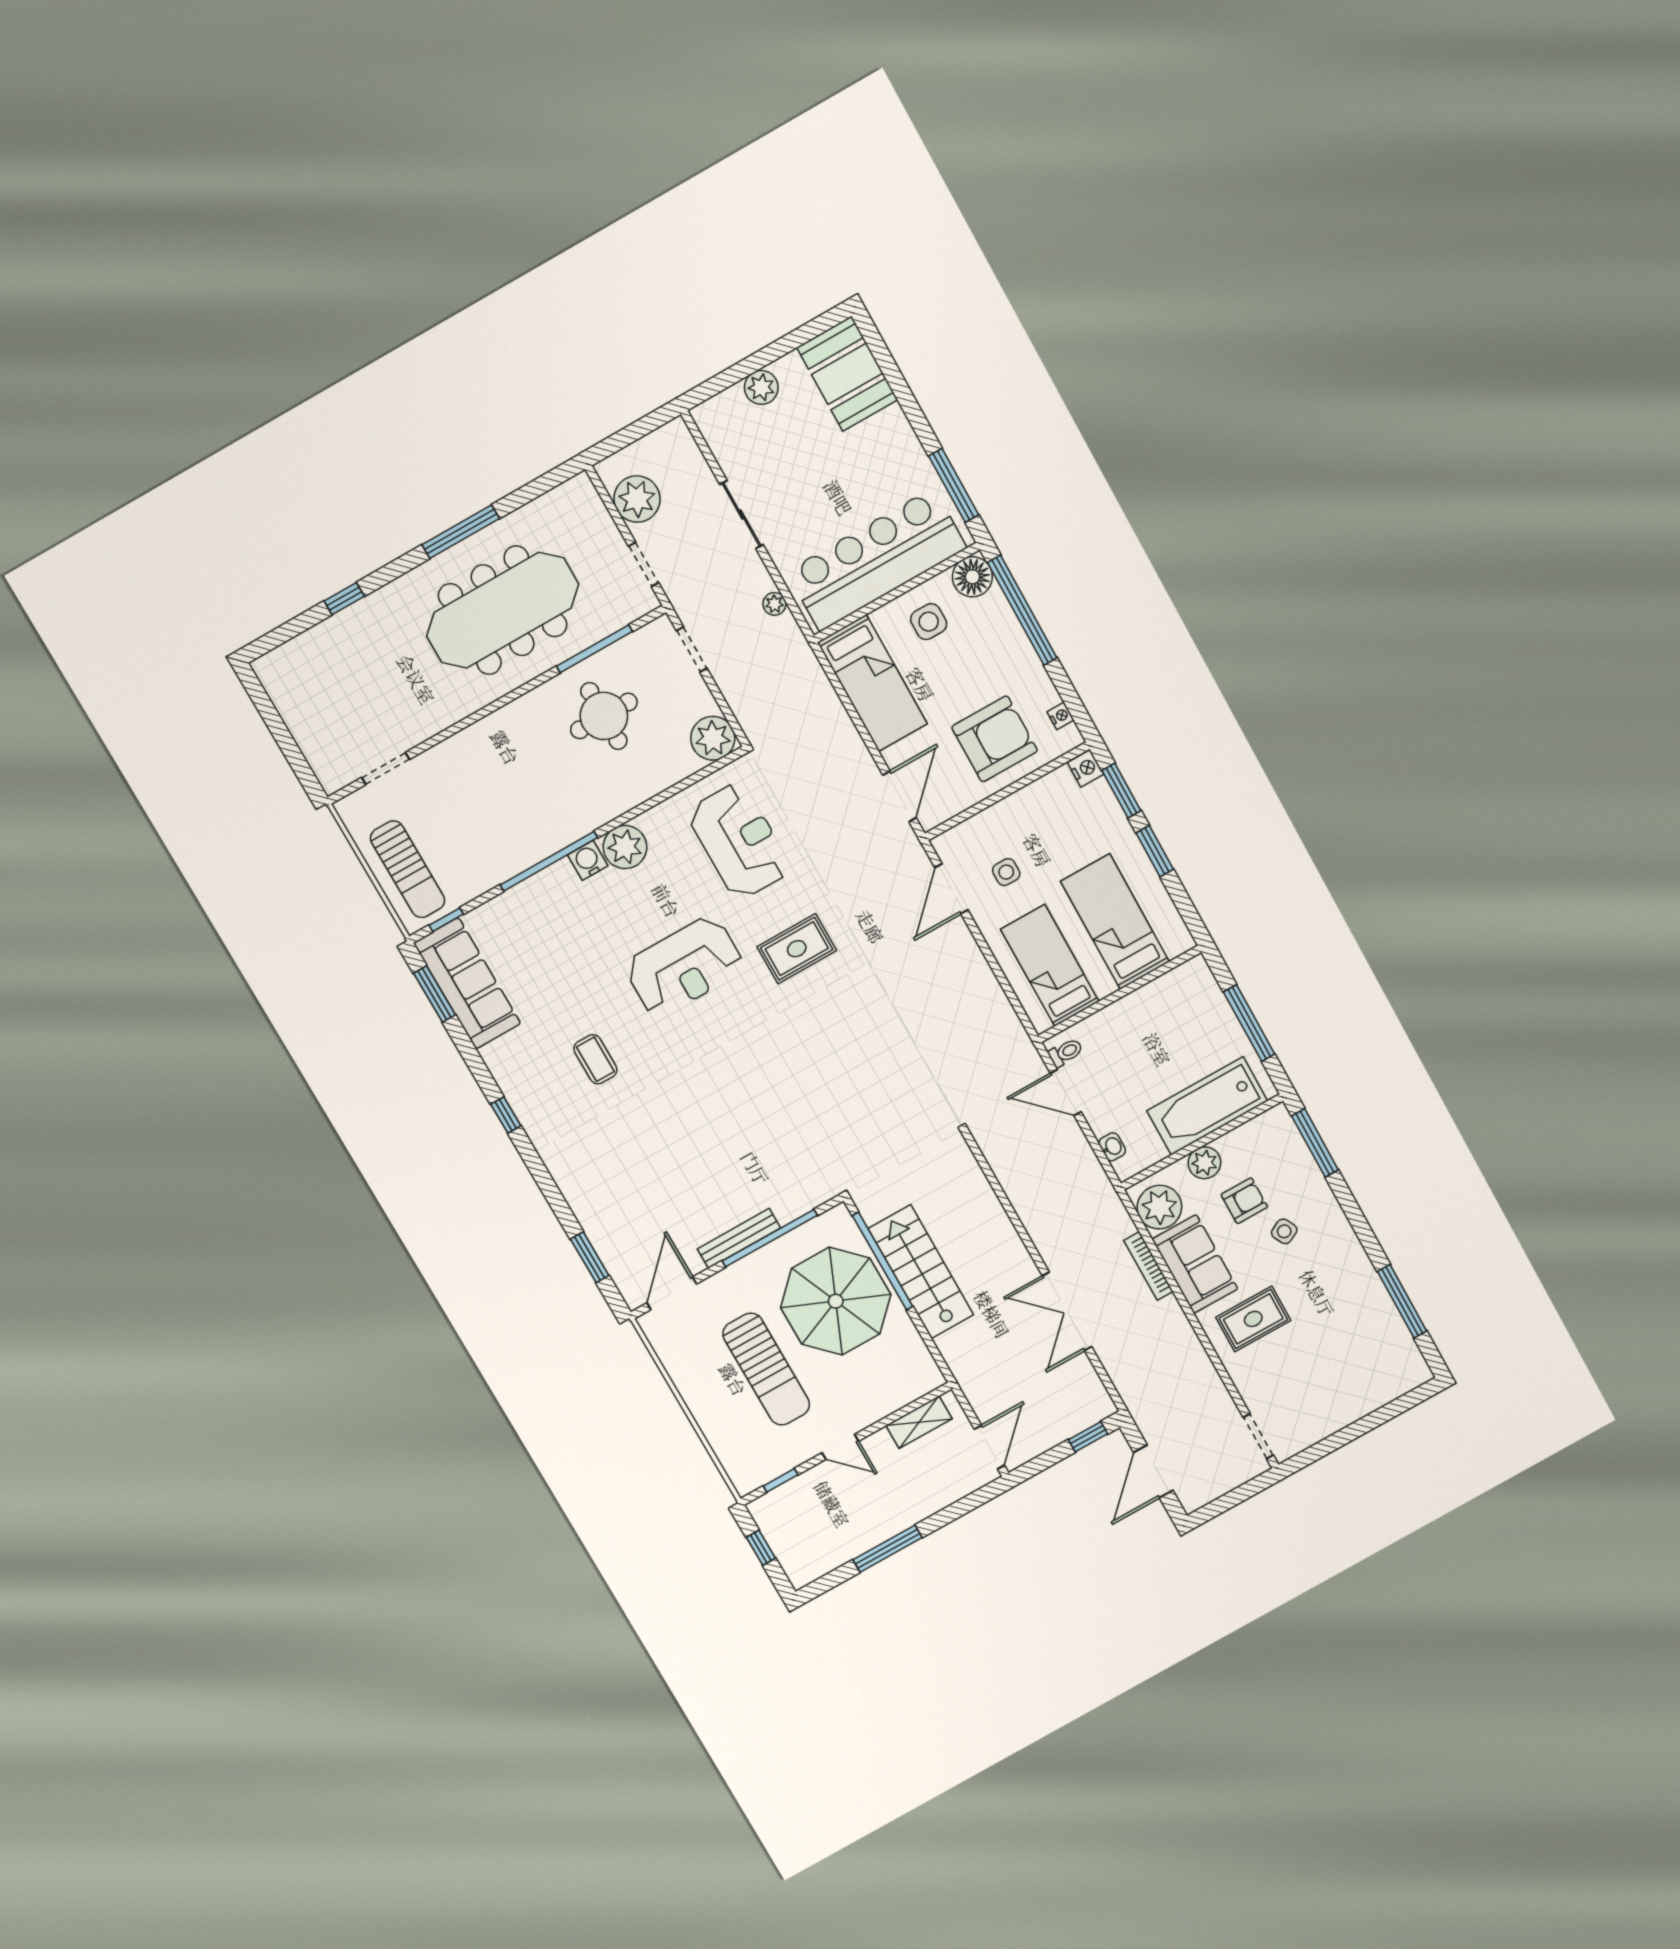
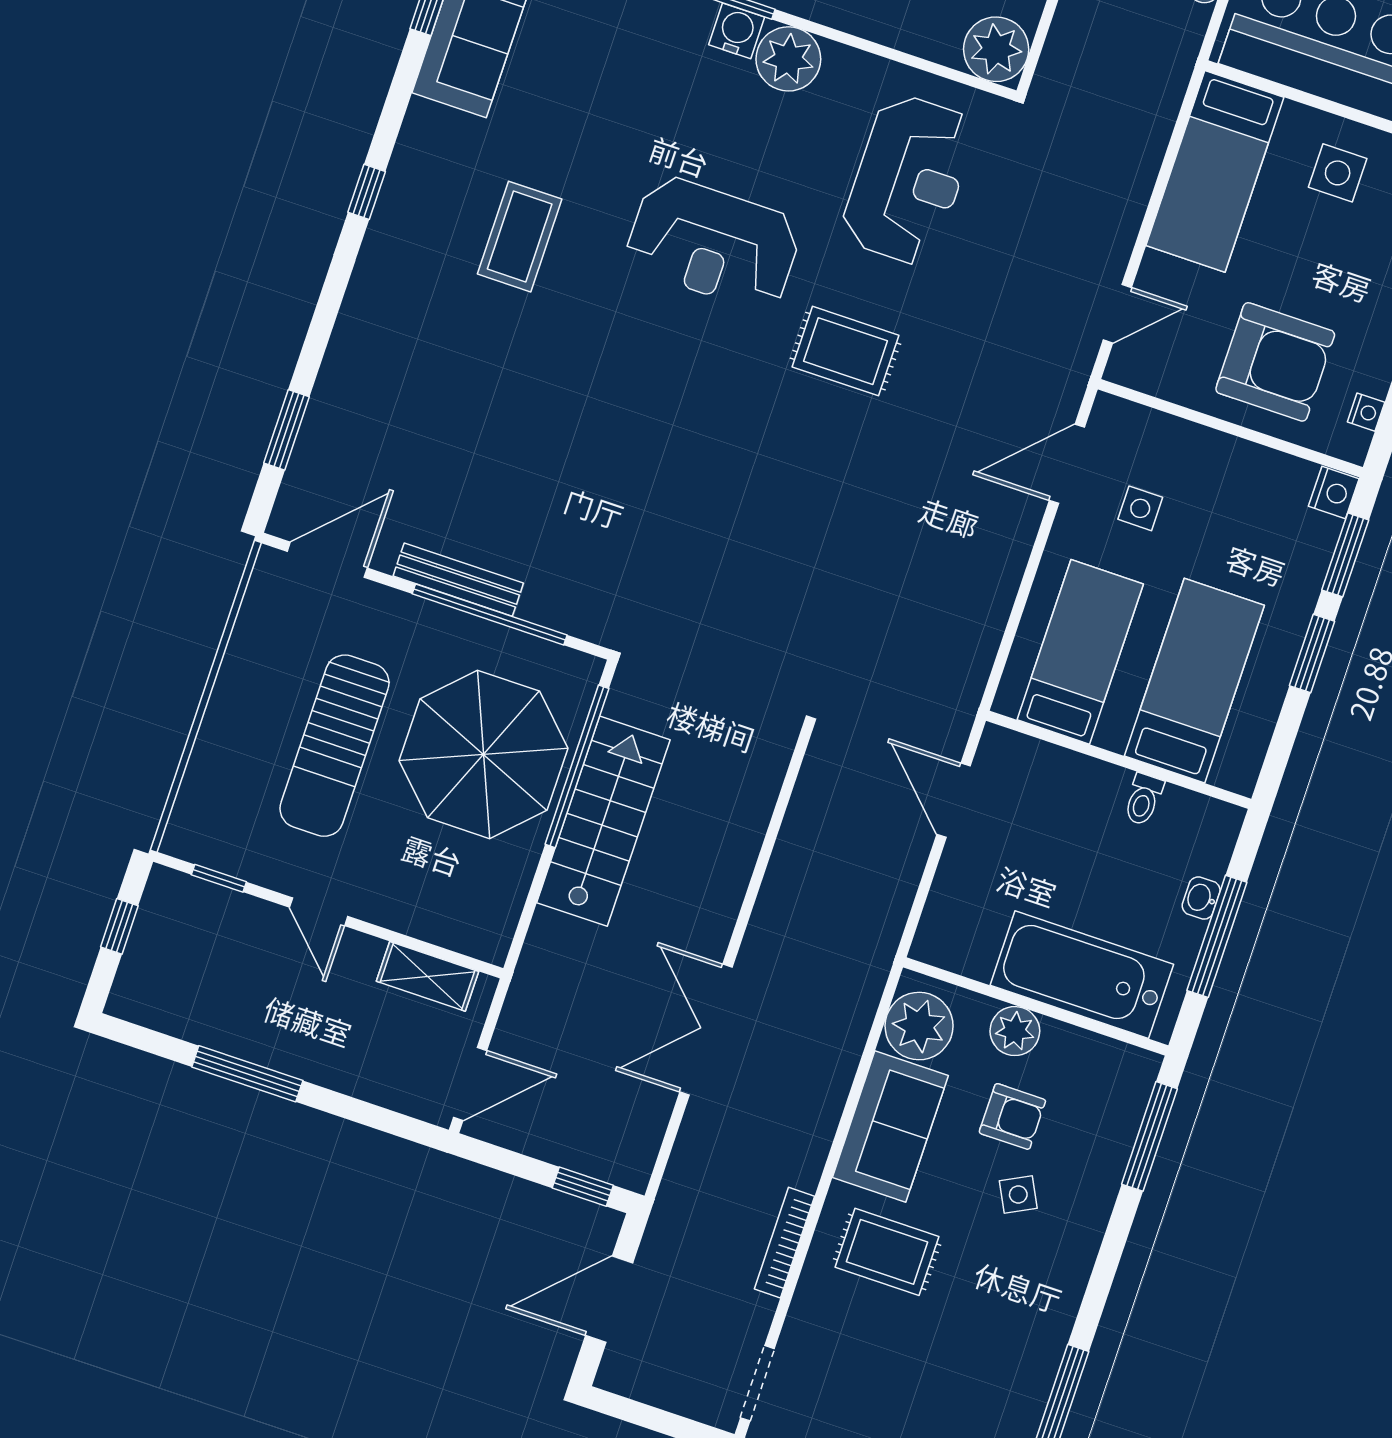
door: (900, 796) -> (1117, 314), width x0.73
toilet: (1066, 1052) -> (1143, 799), moved, turned 90
coffee table: (595, 1059) -> (520, 237), width x1.36, depth x1.30
washbasin: (1112, 1147) -> (1201, 898), moved, turned 180
bookcase: (1148, 1266) -> (785, 1243), moved

